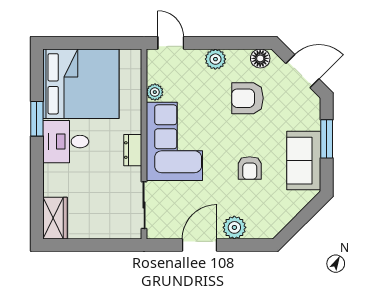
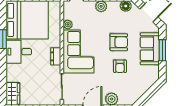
armchair: (247, 98) -> (119, 42), moved, turned 180
sofa: (304, 161) -> (150, 49), moved

